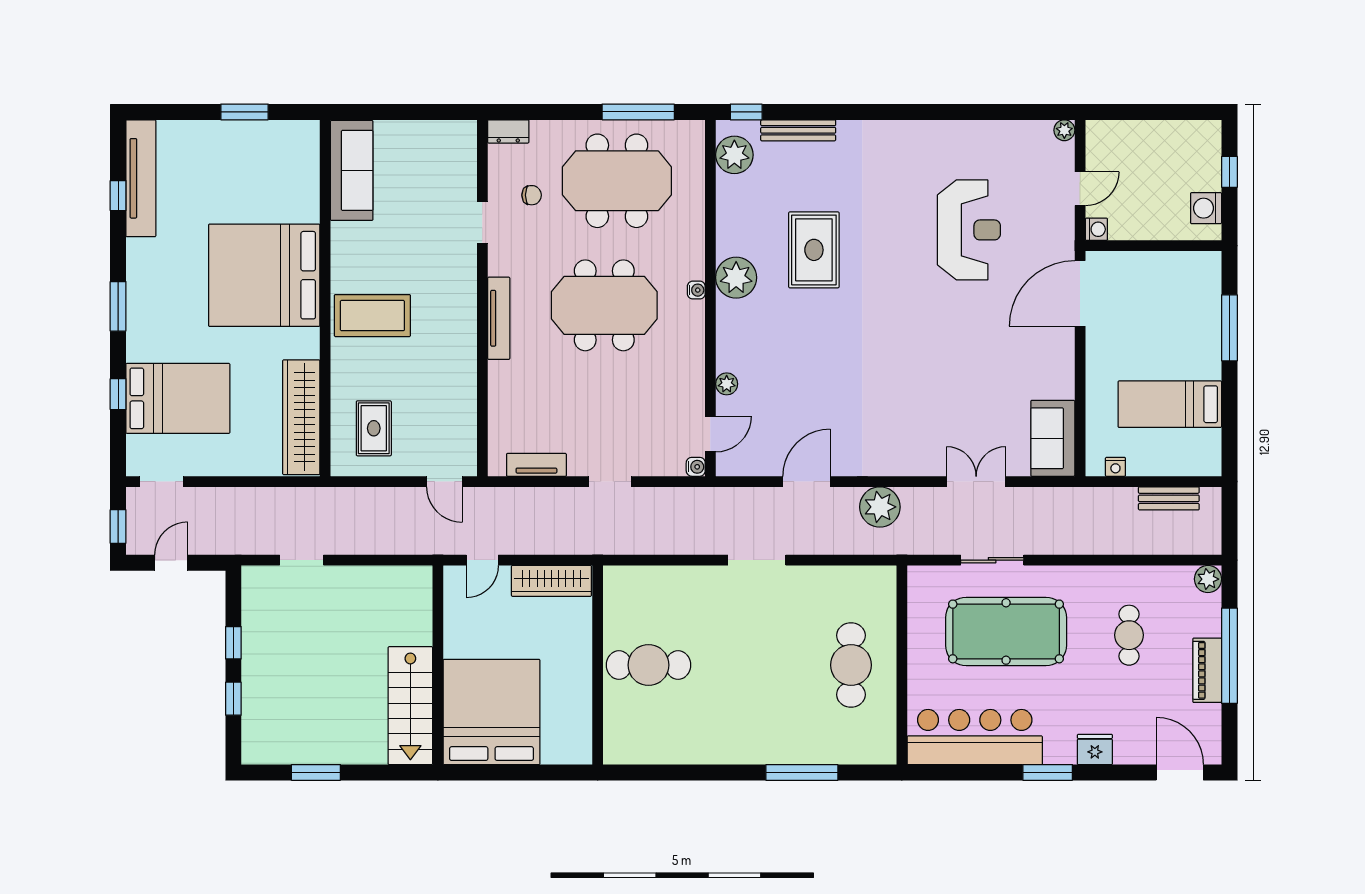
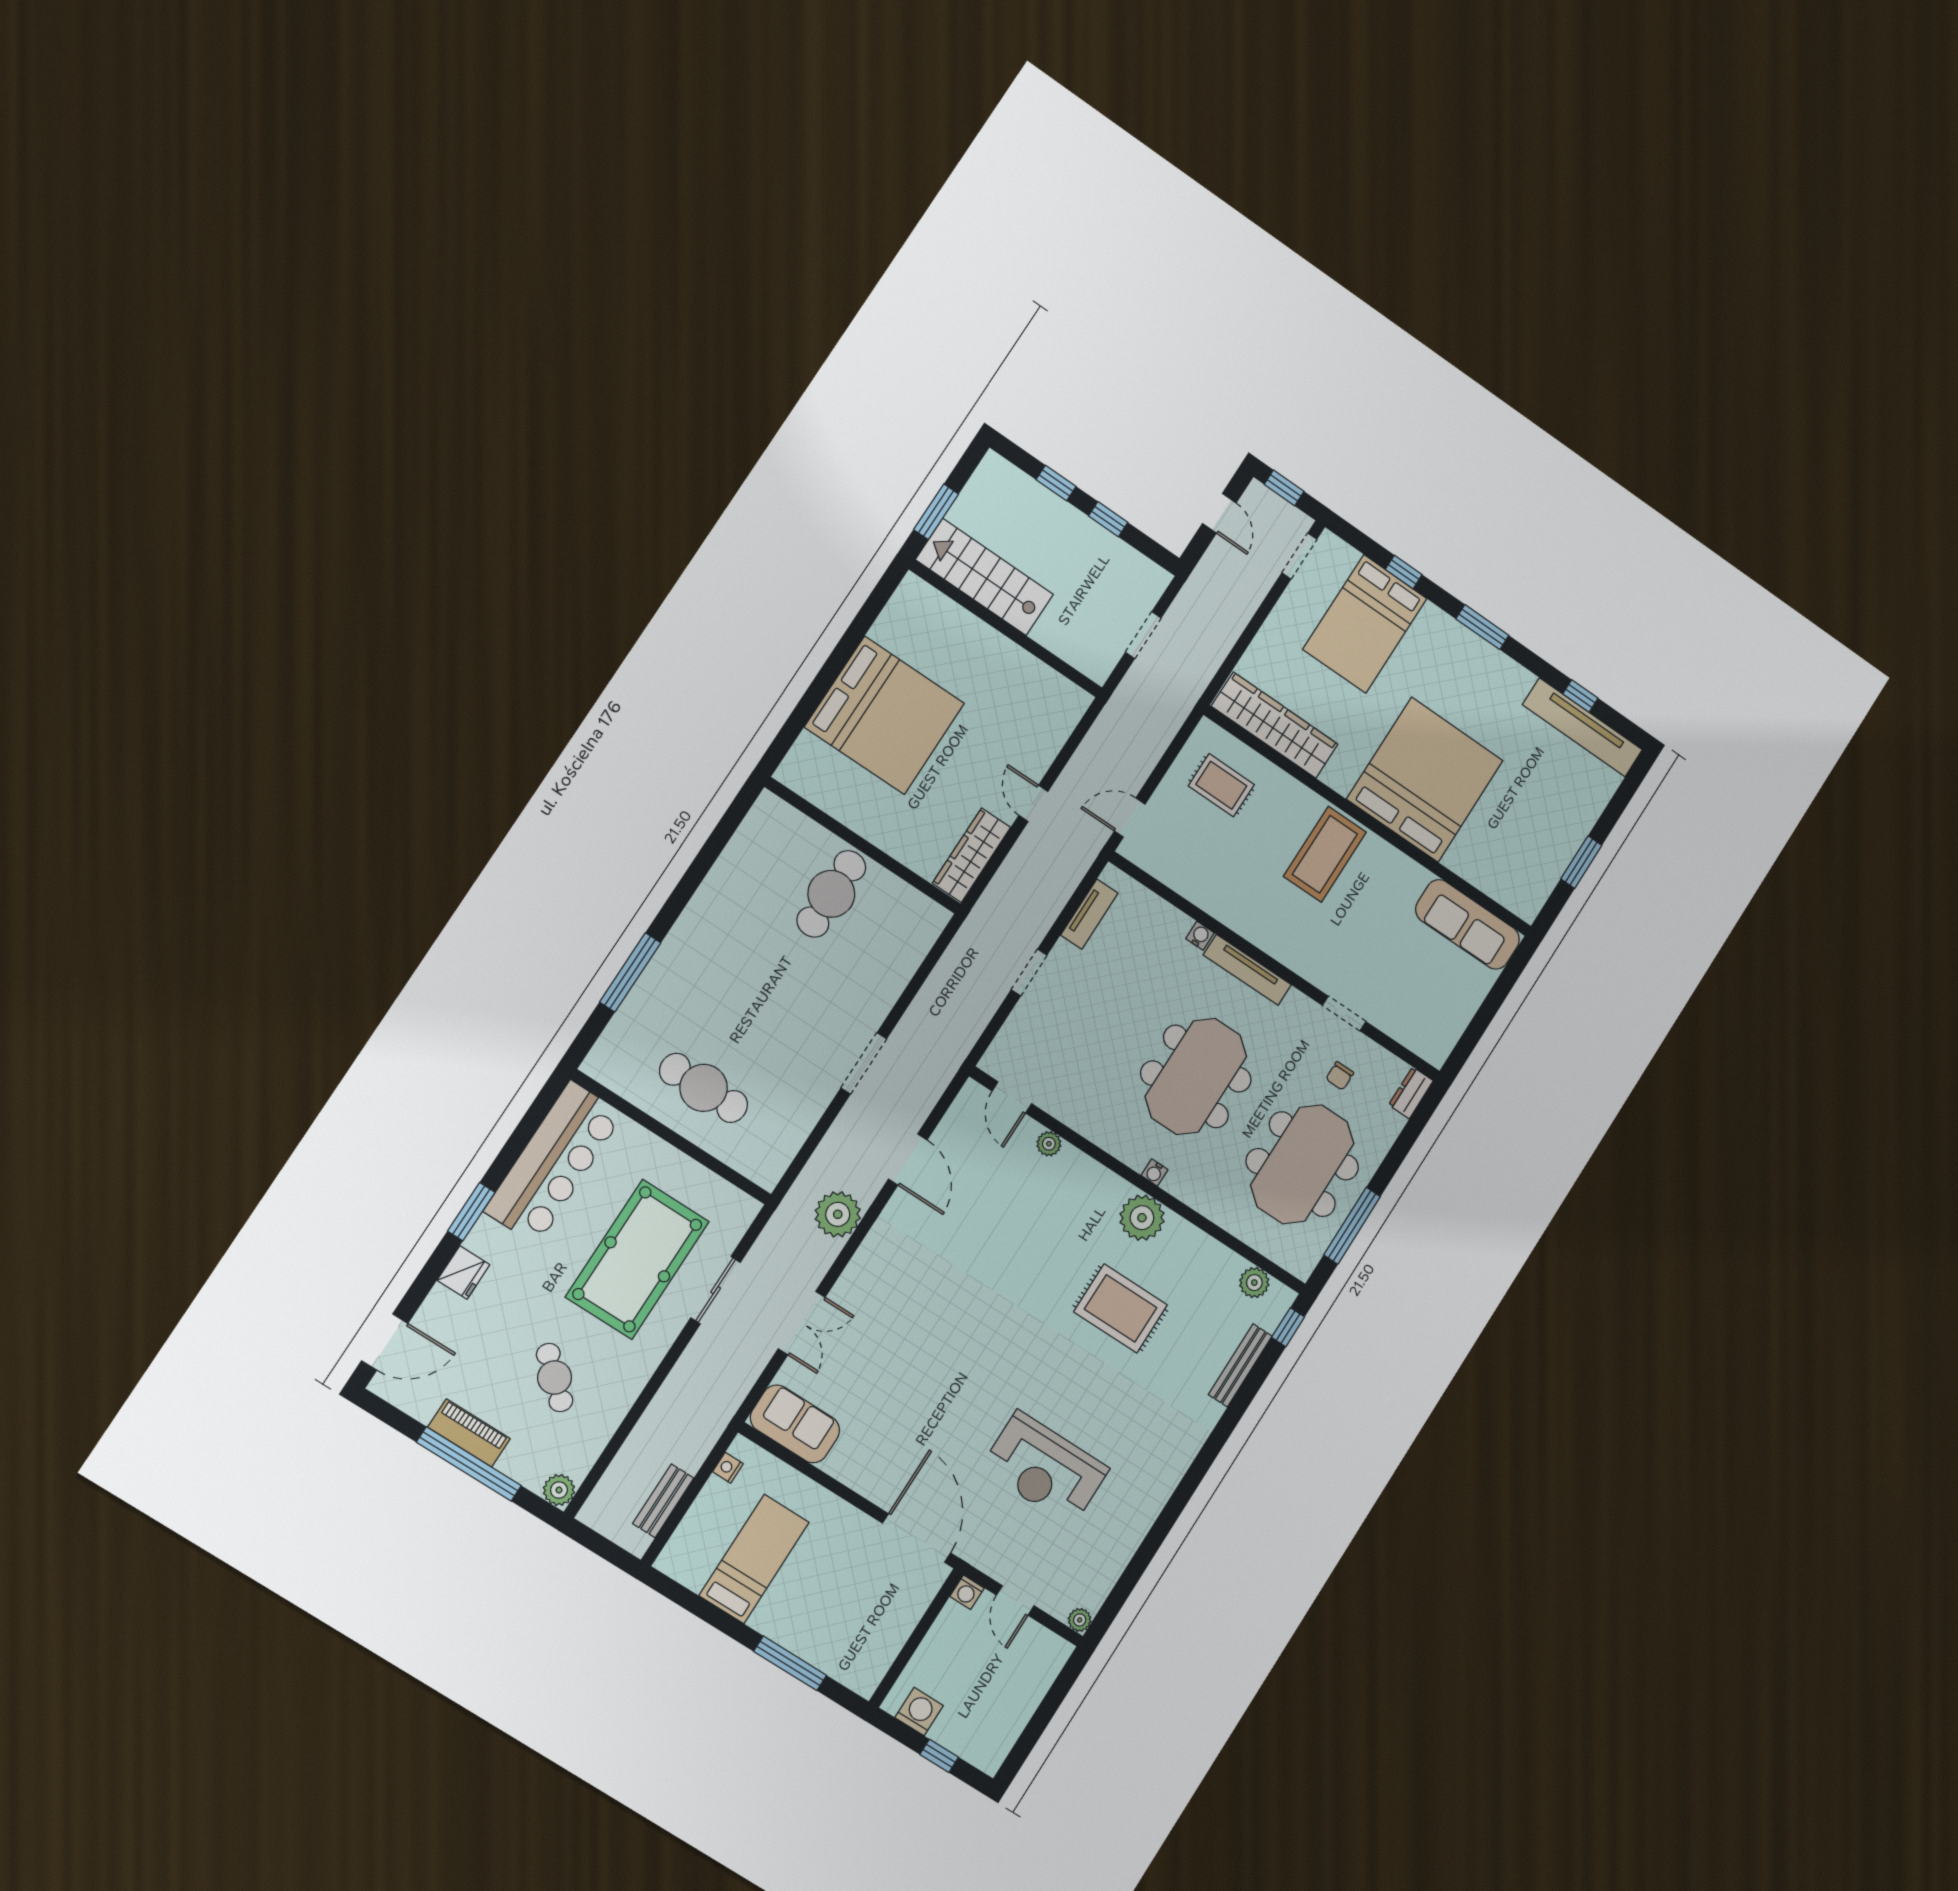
plant: (734, 155) -> (1254, 1283), width x0.73, depth x0.73
water cooler: (696, 467) -> (1200, 936), moved, turned 180
cafe table: (1129, 635) -> (555, 1378), turned 42
wall: (438, 665) -> (1006, 629), moved
stairs: (410, 706) -> (984, 577), moved

